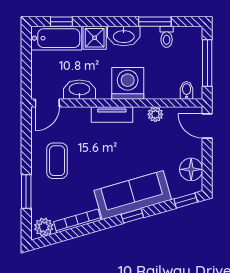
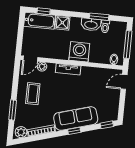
washbasin: (124, 36) -> (91, 25), moved
washbasin: (79, 90) -> (50, 53), removed
plant: (155, 114) -> (42, 67), moved
door: (207, 126) -> (124, 82), hinge flipped
floor lamp: (191, 169) -> (112, 107), removed

